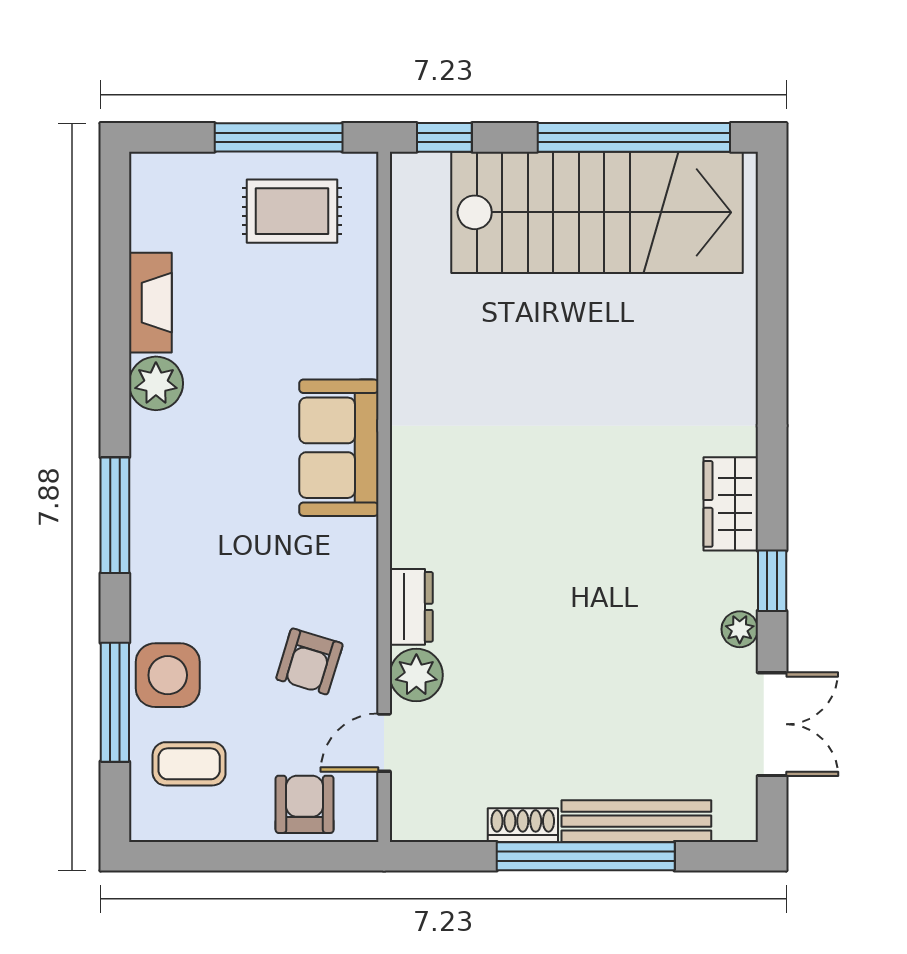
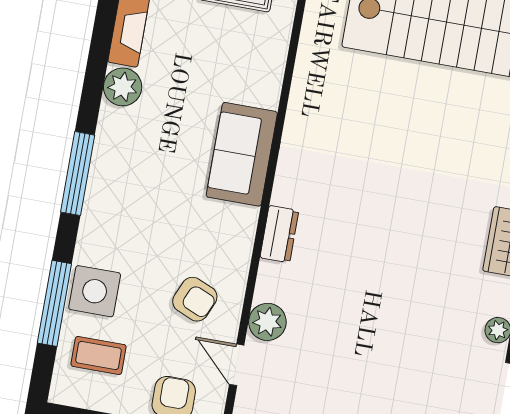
dresser: (411, 607) -> (279, 234), moved
armchair: (309, 661) -> (195, 299), turned -84
door: (384, 743) -> (237, 365), hinge flipped

